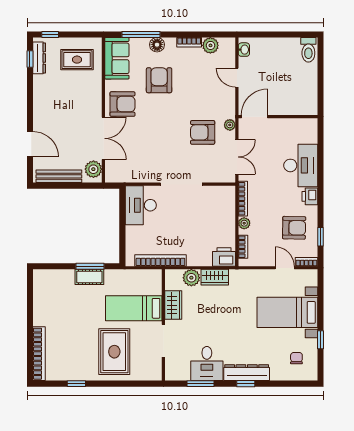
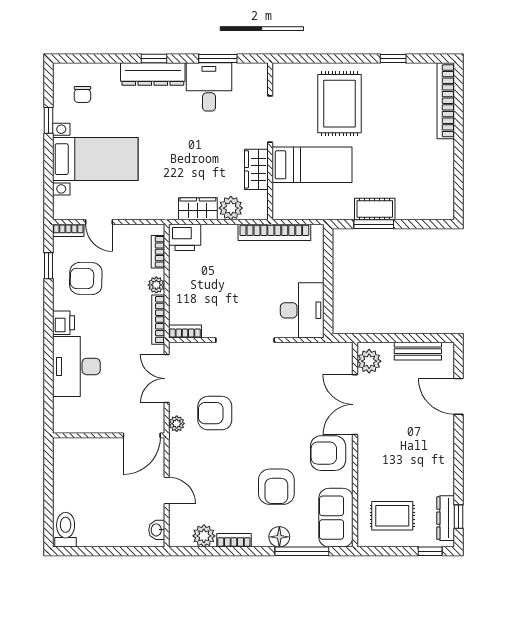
armchair: (203, 132) -> (215, 413), turned 180
bench: (59, 176) -> (418, 351), width x0.73
bookcase: (224, 190) -> (185, 331), added

